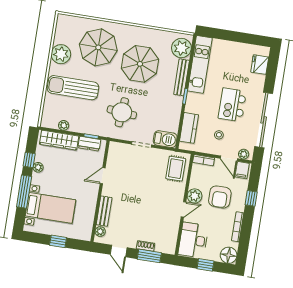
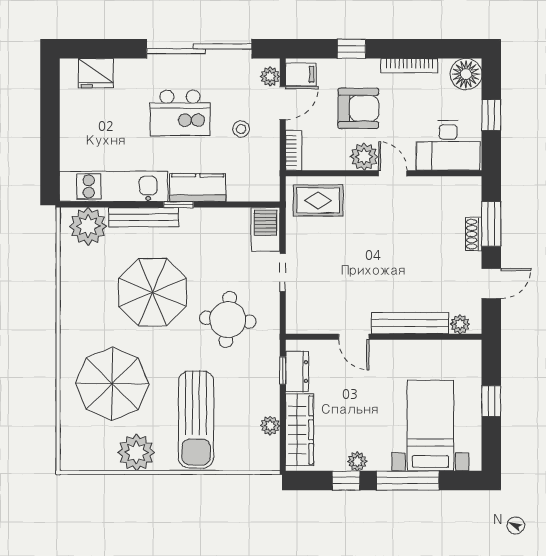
parasol: (140, 64) -> (152, 292), moved
kitchen counter: (189, 128) -> (198, 188), moved
bench: (104, 211) -> (410, 323), width x1.36

